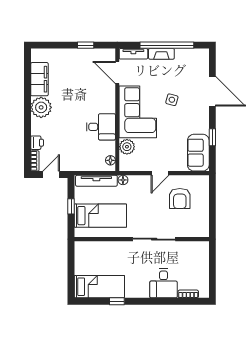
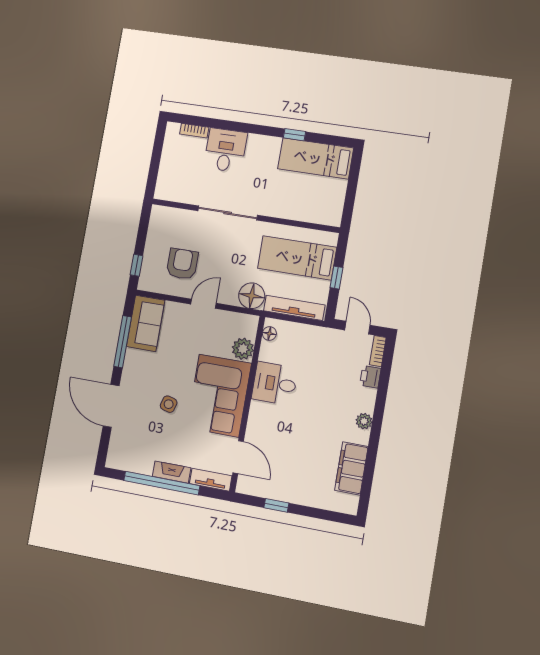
plant: (41, 107) -> (364, 421), width x0.53, depth x0.53
window: (212, 137) -> (123, 342), width x2.17
door: (51, 175) -> (357, 328), swing flipped
floor lamp: (123, 180) -> (252, 296), width x1.89, depth x1.89
window: (212, 192) -> (136, 265), added

